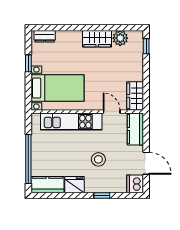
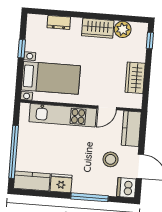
dresser: (45, 36) -> (59, 22), moved
wardrobe: (135, 96) -> (135, 78), moved
door: (112, 112) -> (107, 108), swing flipped
stool: (98, 159) -> (111, 159), moved
window: (102, 195) -> (89, 197), width x2.17

